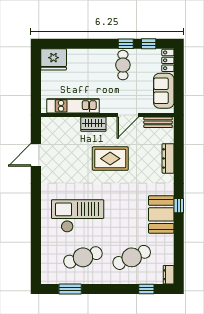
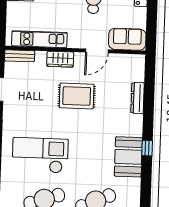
sofa: (164, 91) -> (127, 39), moved, turned 90
bench: (158, 122) -> (20, 56), moved

